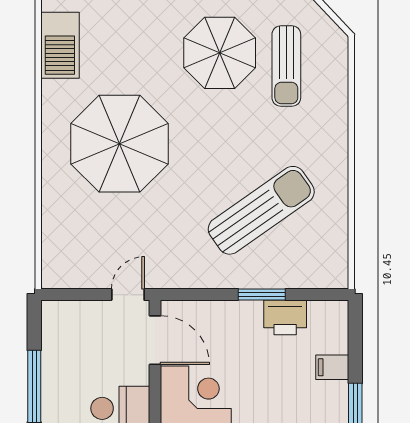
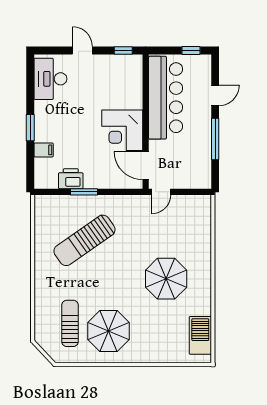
parasol: (120, 144) -> (166, 279), width x0.73, depth x0.73

